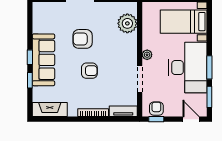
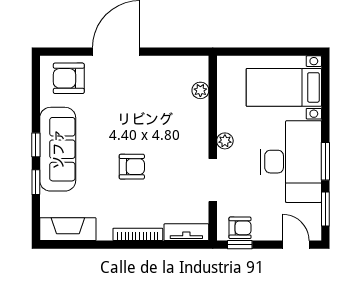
plant: (127, 23) -> (200, 90), width x0.53, depth x0.53
armchair: (83, 39) -> (69, 78), moved
armchair: (156, 109) -> (240, 228), turned 90

